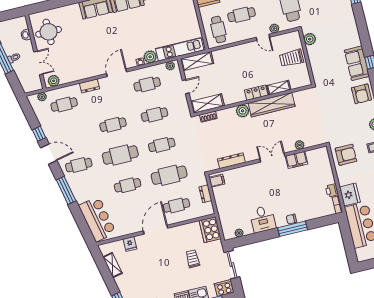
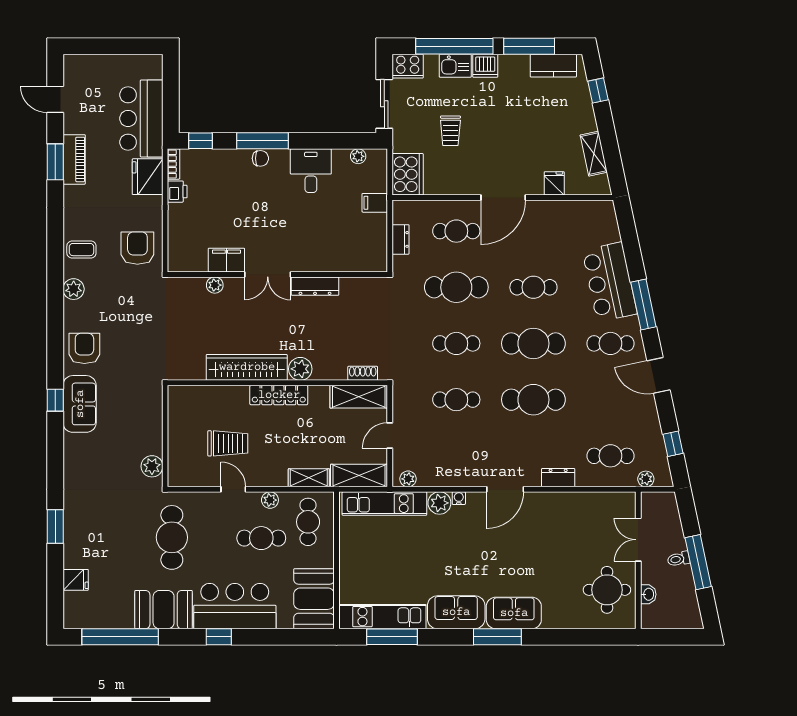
plant: (274, 28) -> (270, 500), moved
trolley: (291, 58) -> (228, 443), moved
plant: (54, 81) -> (619, 502), removed
cafe table: (147, 84) -> (456, 456), removed
shelving: (279, 88) -> (309, 478), moved
locker: (256, 93) -> (279, 395), width x1.53
cafe table: (113, 125) -> (533, 400), width x1.37, depth x1.35
window: (39, 134) -> (673, 444), moved
armchair: (346, 155) -> (137, 248), turned 90
dresser: (231, 161) -> (315, 286), moved
filing cabinet: (217, 181) -> (375, 203), moved
bar counter: (97, 219) -> (610, 282), moved
window: (326, 221) -> (200, 141), added

